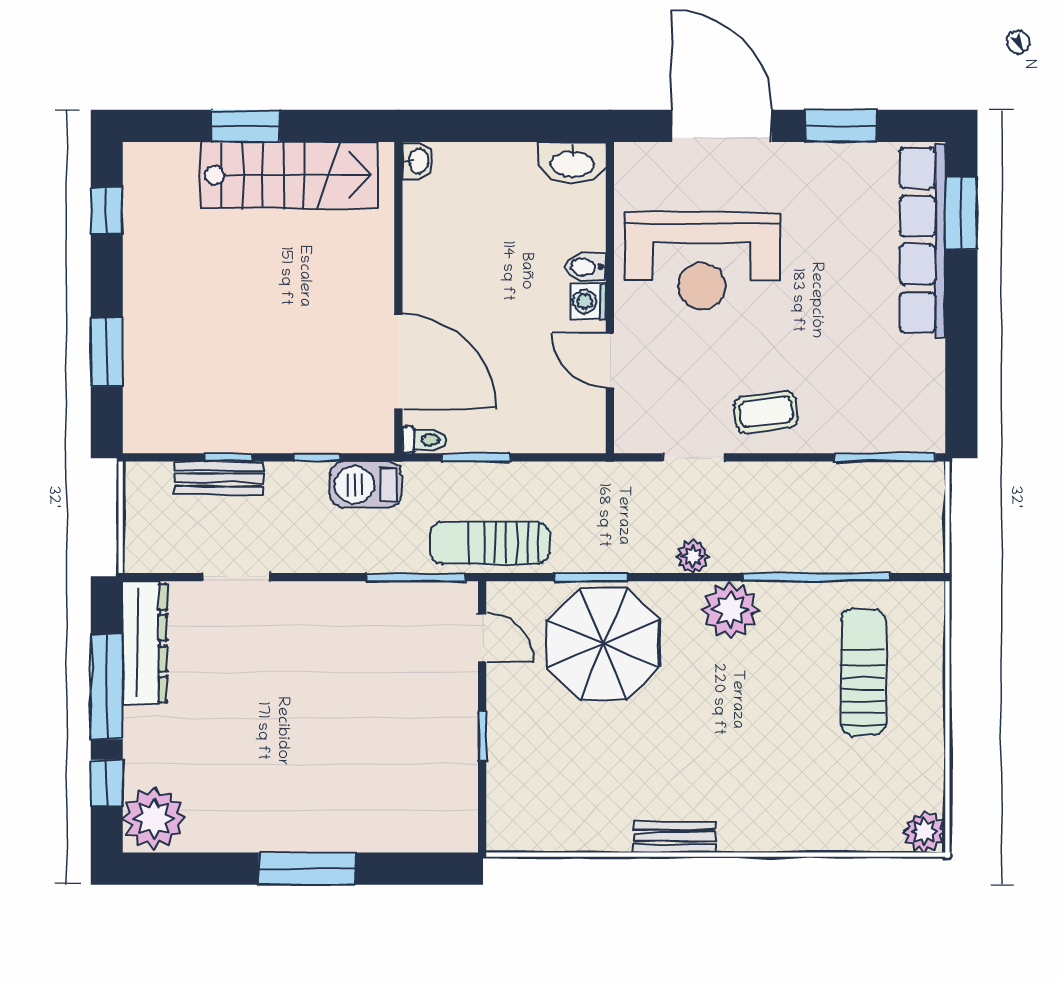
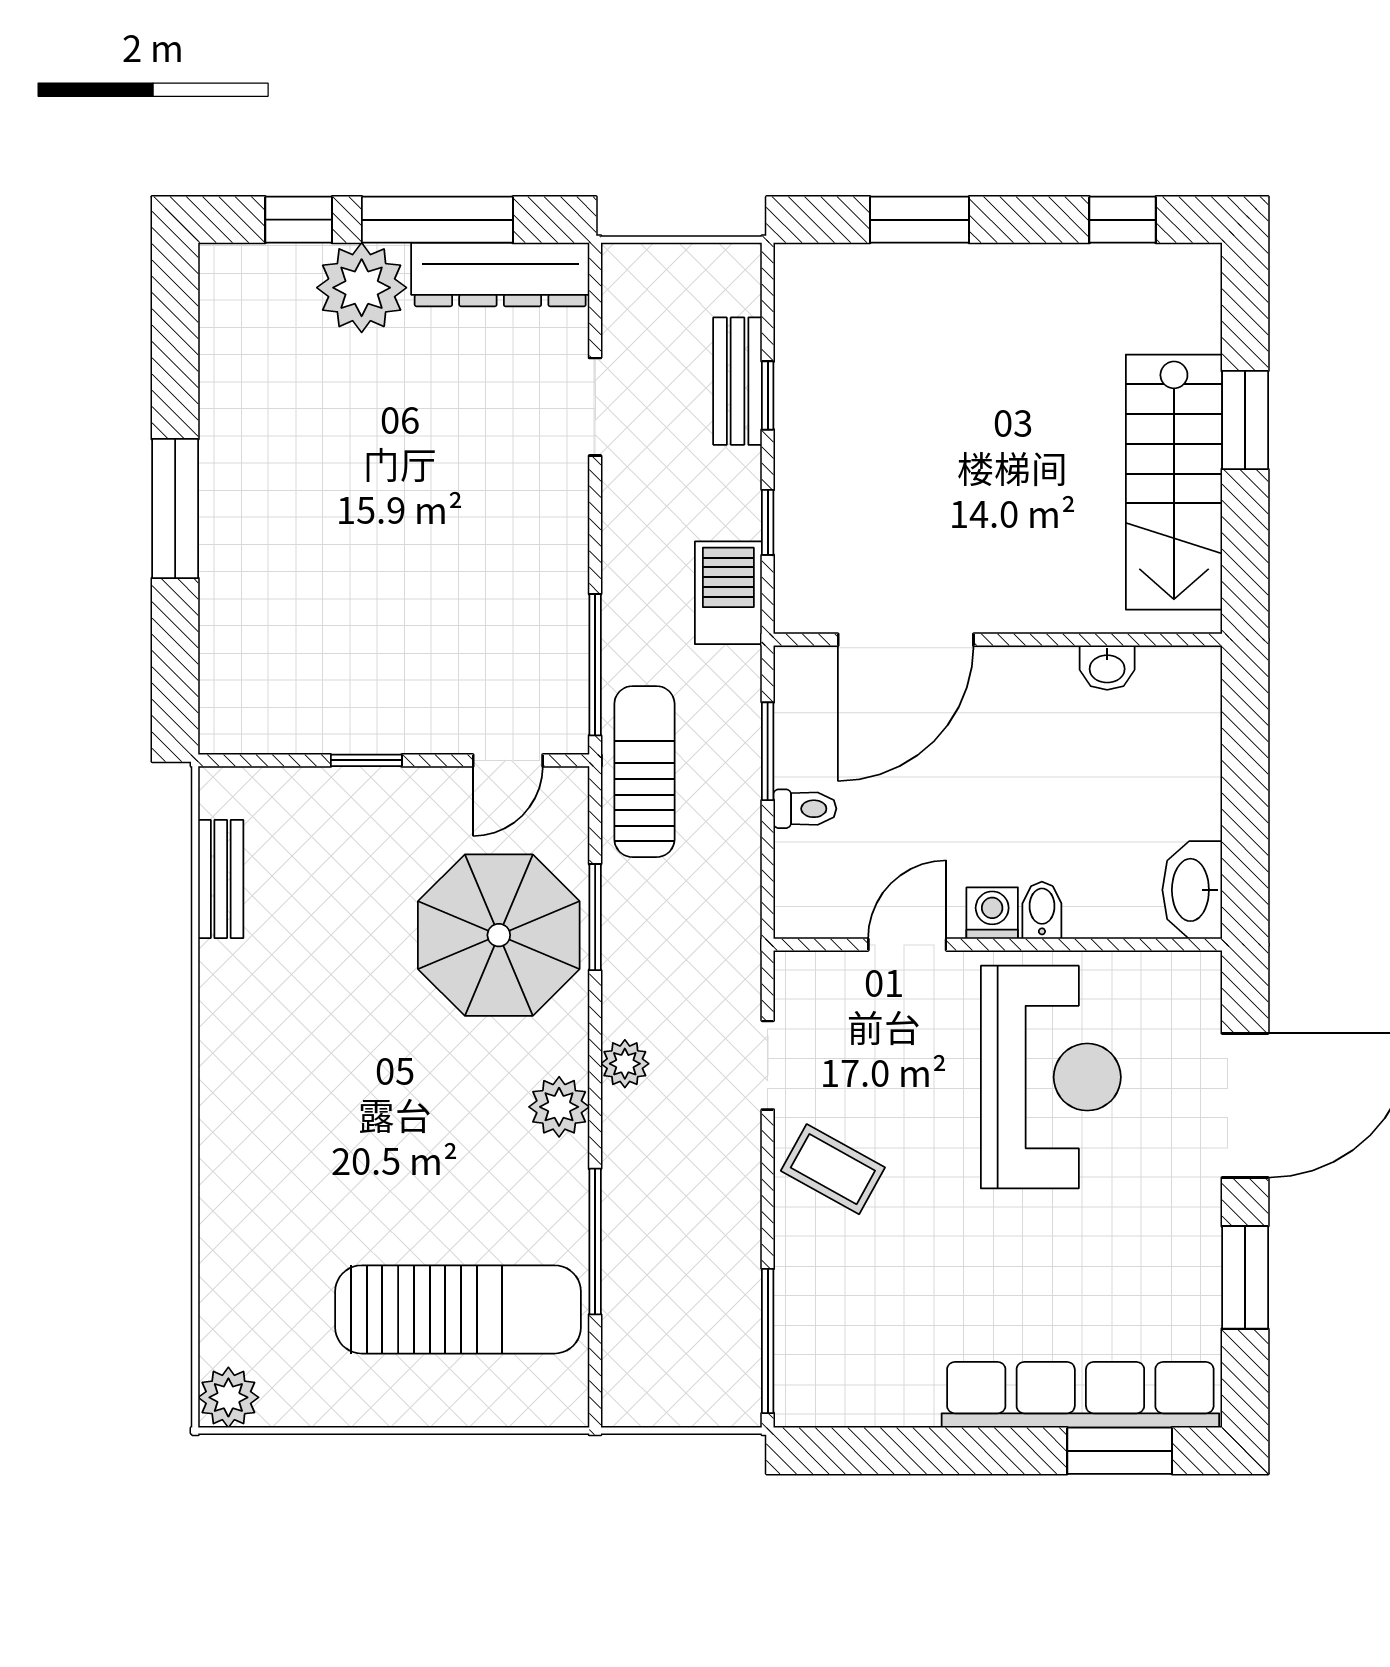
washbasin: (418, 161) -> (1107, 668), moved
reception desk: (702, 261) -> (1051, 1077), turned 180
coffee table: (766, 412) -> (833, 1169), turned -53
toilet: (424, 440) -> (805, 809), moved, turned -90
window: (816, 577) -> (595, 1242), width x0.68
plant: (730, 610) -> (559, 1107), width x0.73, depth x0.73
sun lounger: (863, 672) -> (458, 1309), width x1.36, depth x1.34
plant: (154, 819) -> (362, 288), moved
bench: (674, 837) -> (221, 879), moved

